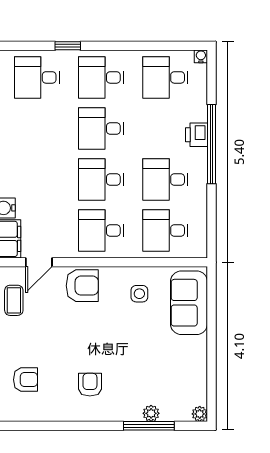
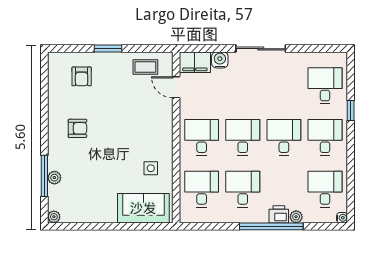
plant: (200, 113) -> (296, 217), added
armchair: (82, 286) -> (157, 122), removed

